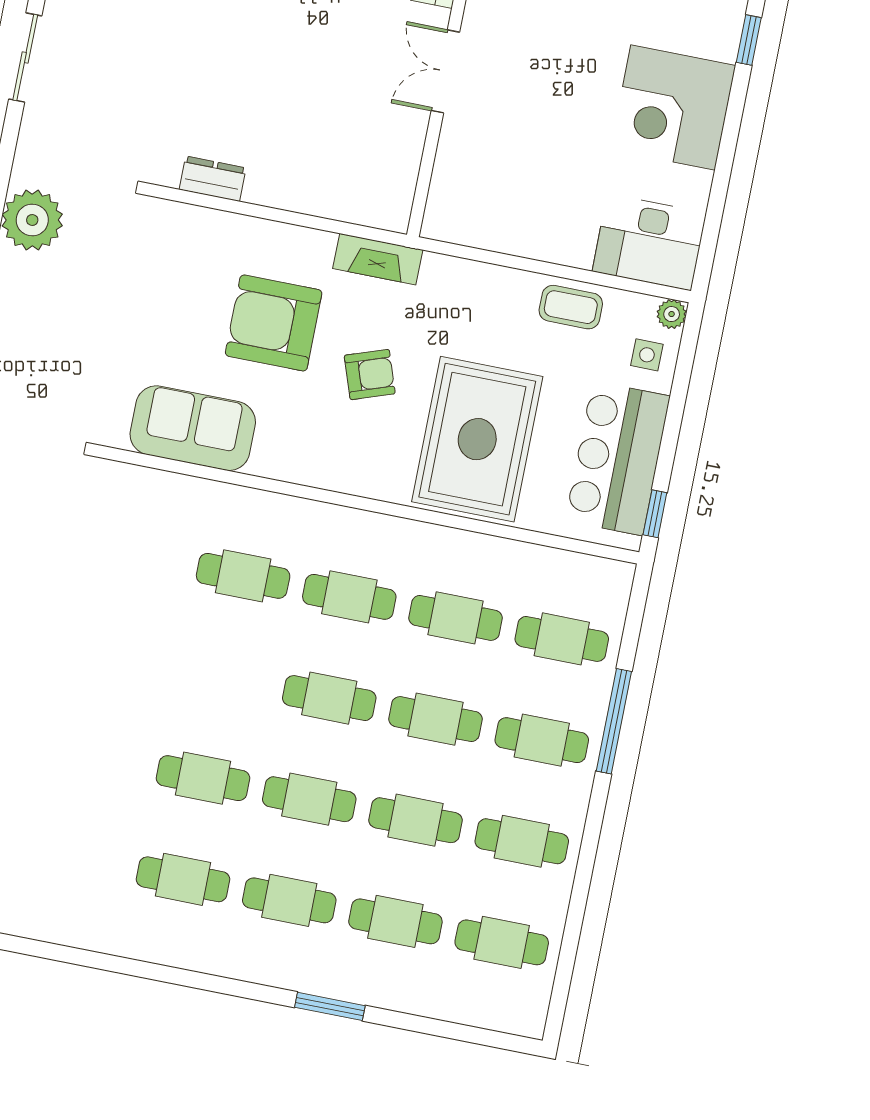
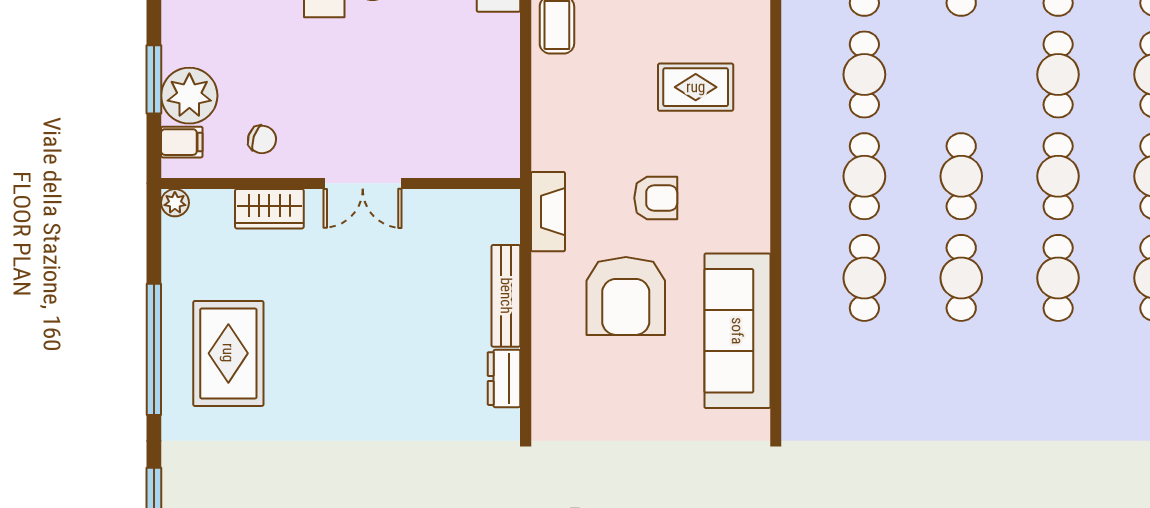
bench: (299, 198) -> (506, 296), added
armchair: (370, 375) -> (656, 198), turned 109
sofa: (193, 428) -> (737, 331), width x1.36
rug: (477, 439) -> (696, 87), width x0.54, depth x0.49
cafe table: (436, 719) -> (961, 278), moved

